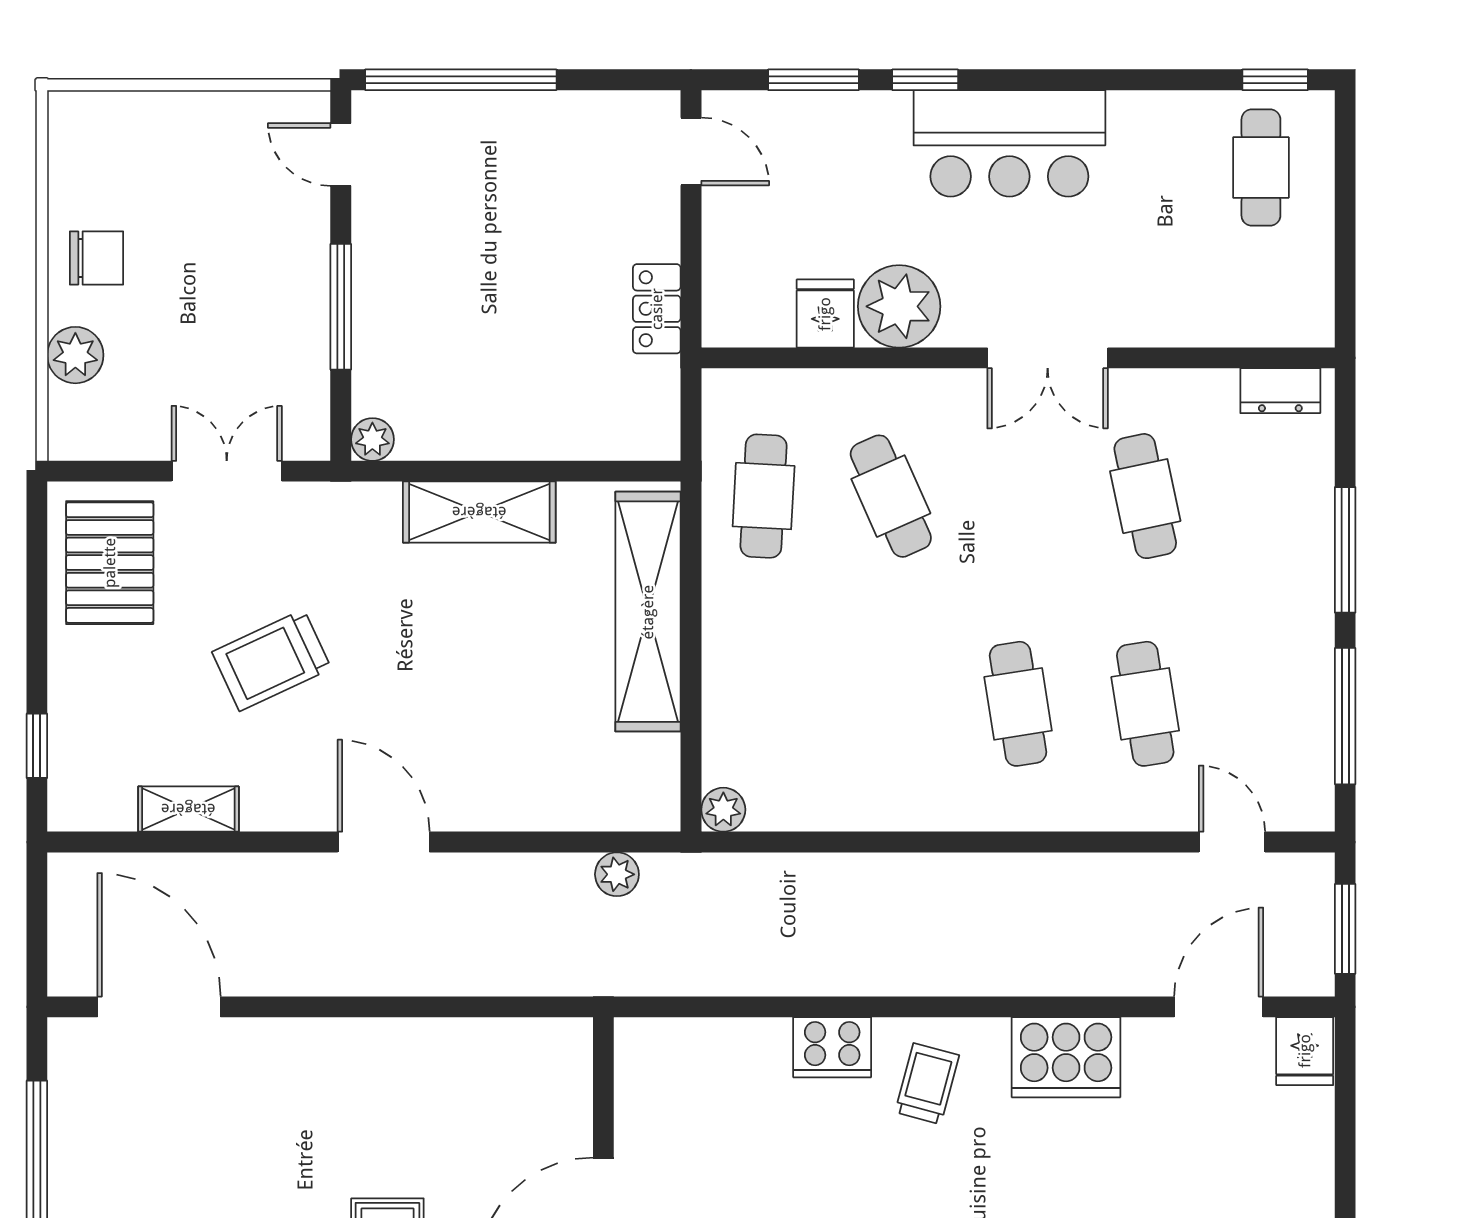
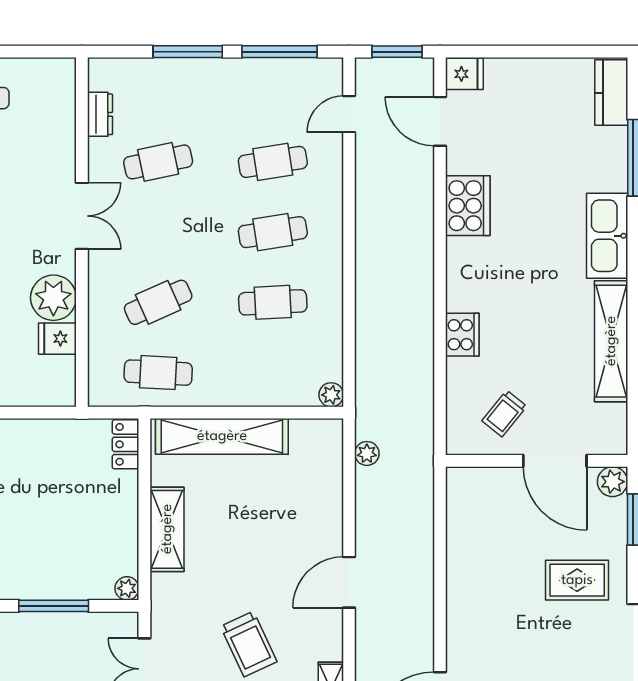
locker: (657, 309) -> (126, 444), moved, turned 90
dresser: (1280, 391) -> (100, 114), moved
cafe table: (891, 704) -> (273, 302), added
trolley: (927, 1084) -> (504, 414), moved, turned -66

